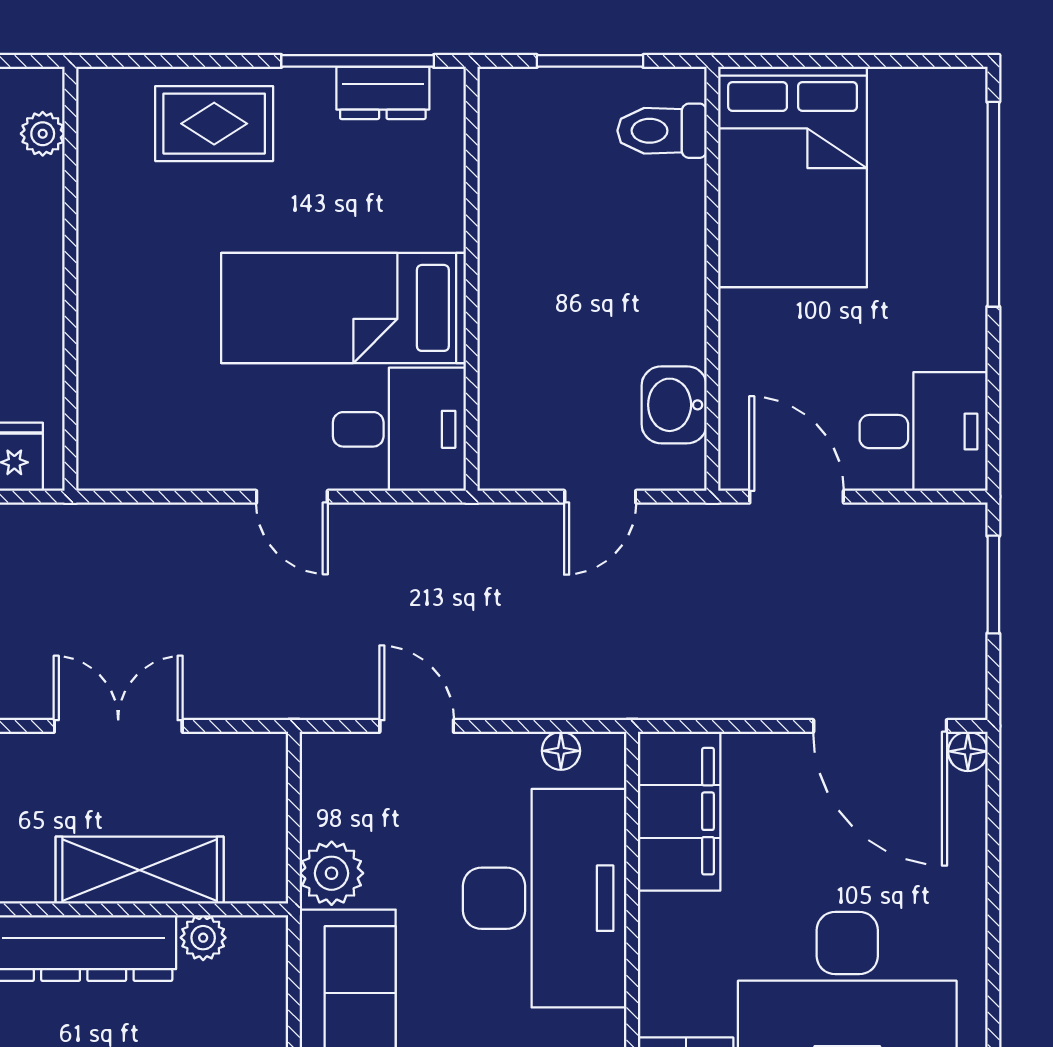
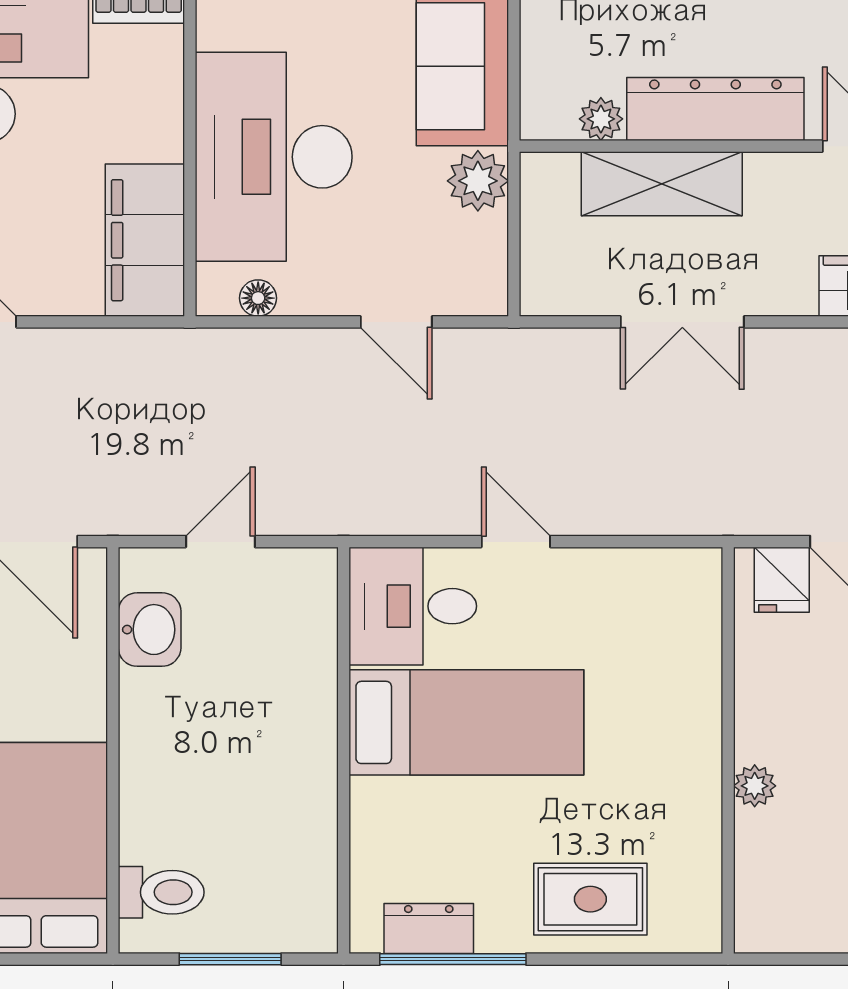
plant: (43, 134) -> (755, 786), moved

